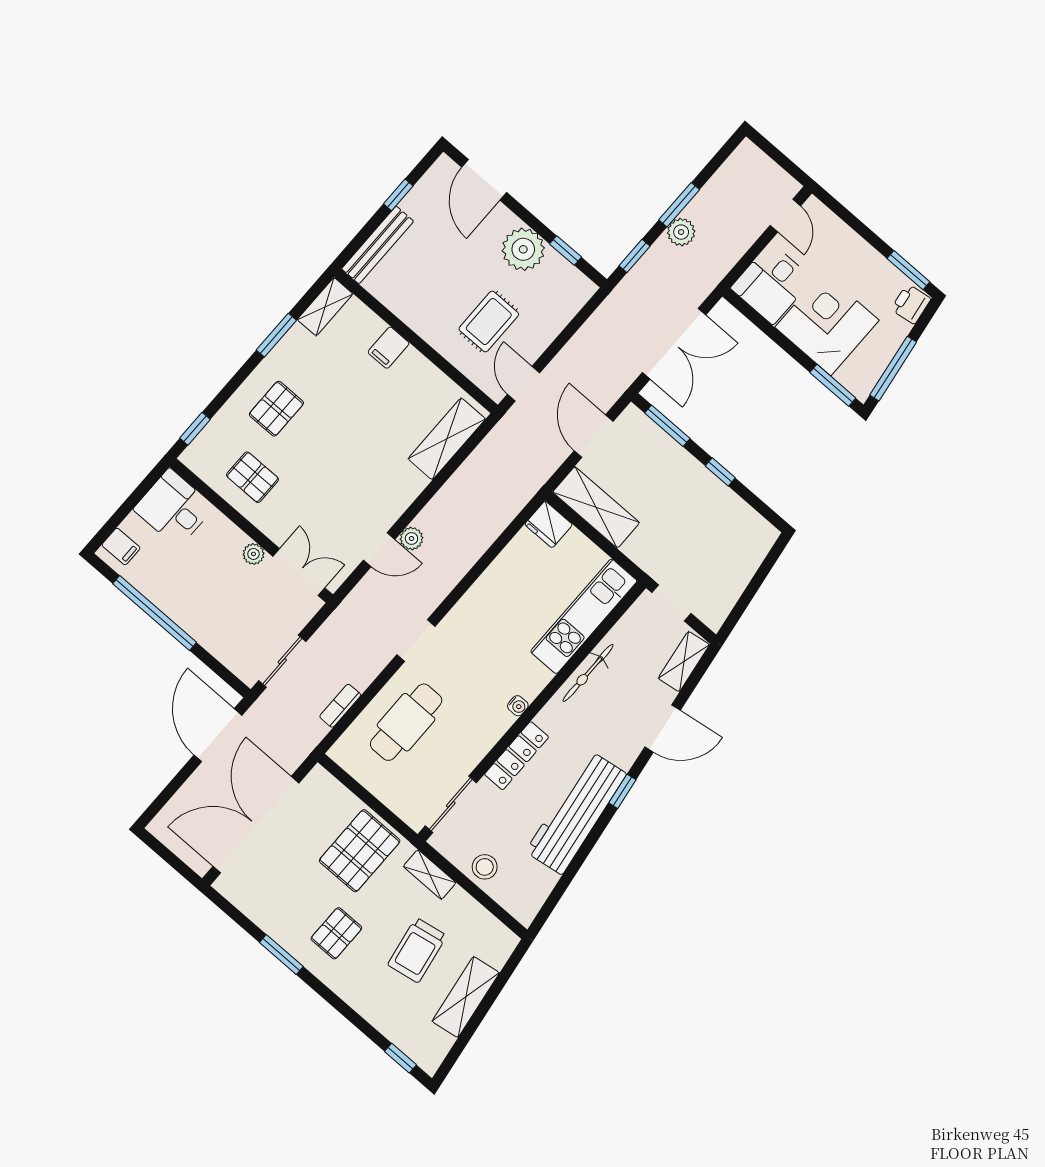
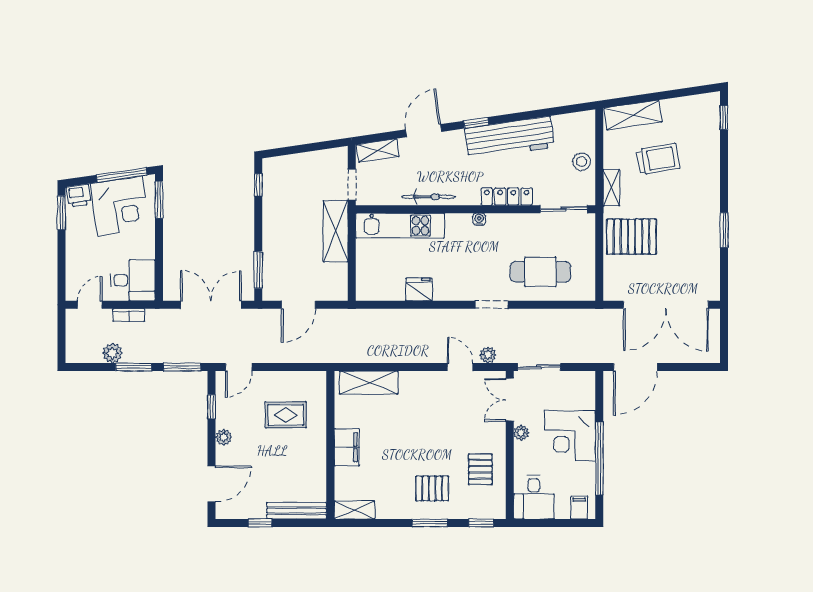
plant: (681, 232) -> (112, 353), moved
plant: (523, 249) -> (224, 437), width x0.53, depth x0.53
window: (635, 256) -> (182, 367), width x1.50
corner desk: (827, 324) -> (120, 206), moved, turned -98
window: (276, 335) -> (430, 523), moved
filing cabinet: (389, 348) -> (347, 447), width x2.00
door: (524, 384) -> (239, 367), moved
window: (720, 472) -> (258, 185), moved
shelving: (596, 507) -> (336, 231), moved
fridge: (549, 524) -> (419, 289), moved, turned -90
plant: (411, 538) -> (488, 355), moved
corner desk: (206, 603) -> (570, 436), added
sliding door: (282, 661) -> (539, 367), moved
bookcase: (340, 706) -> (129, 315), moved
door: (663, 728) -> (424, 131), hinge flipped
pallet: (336, 933) -> (687, 210), removed
shelving: (466, 997) -> (633, 115), moved

